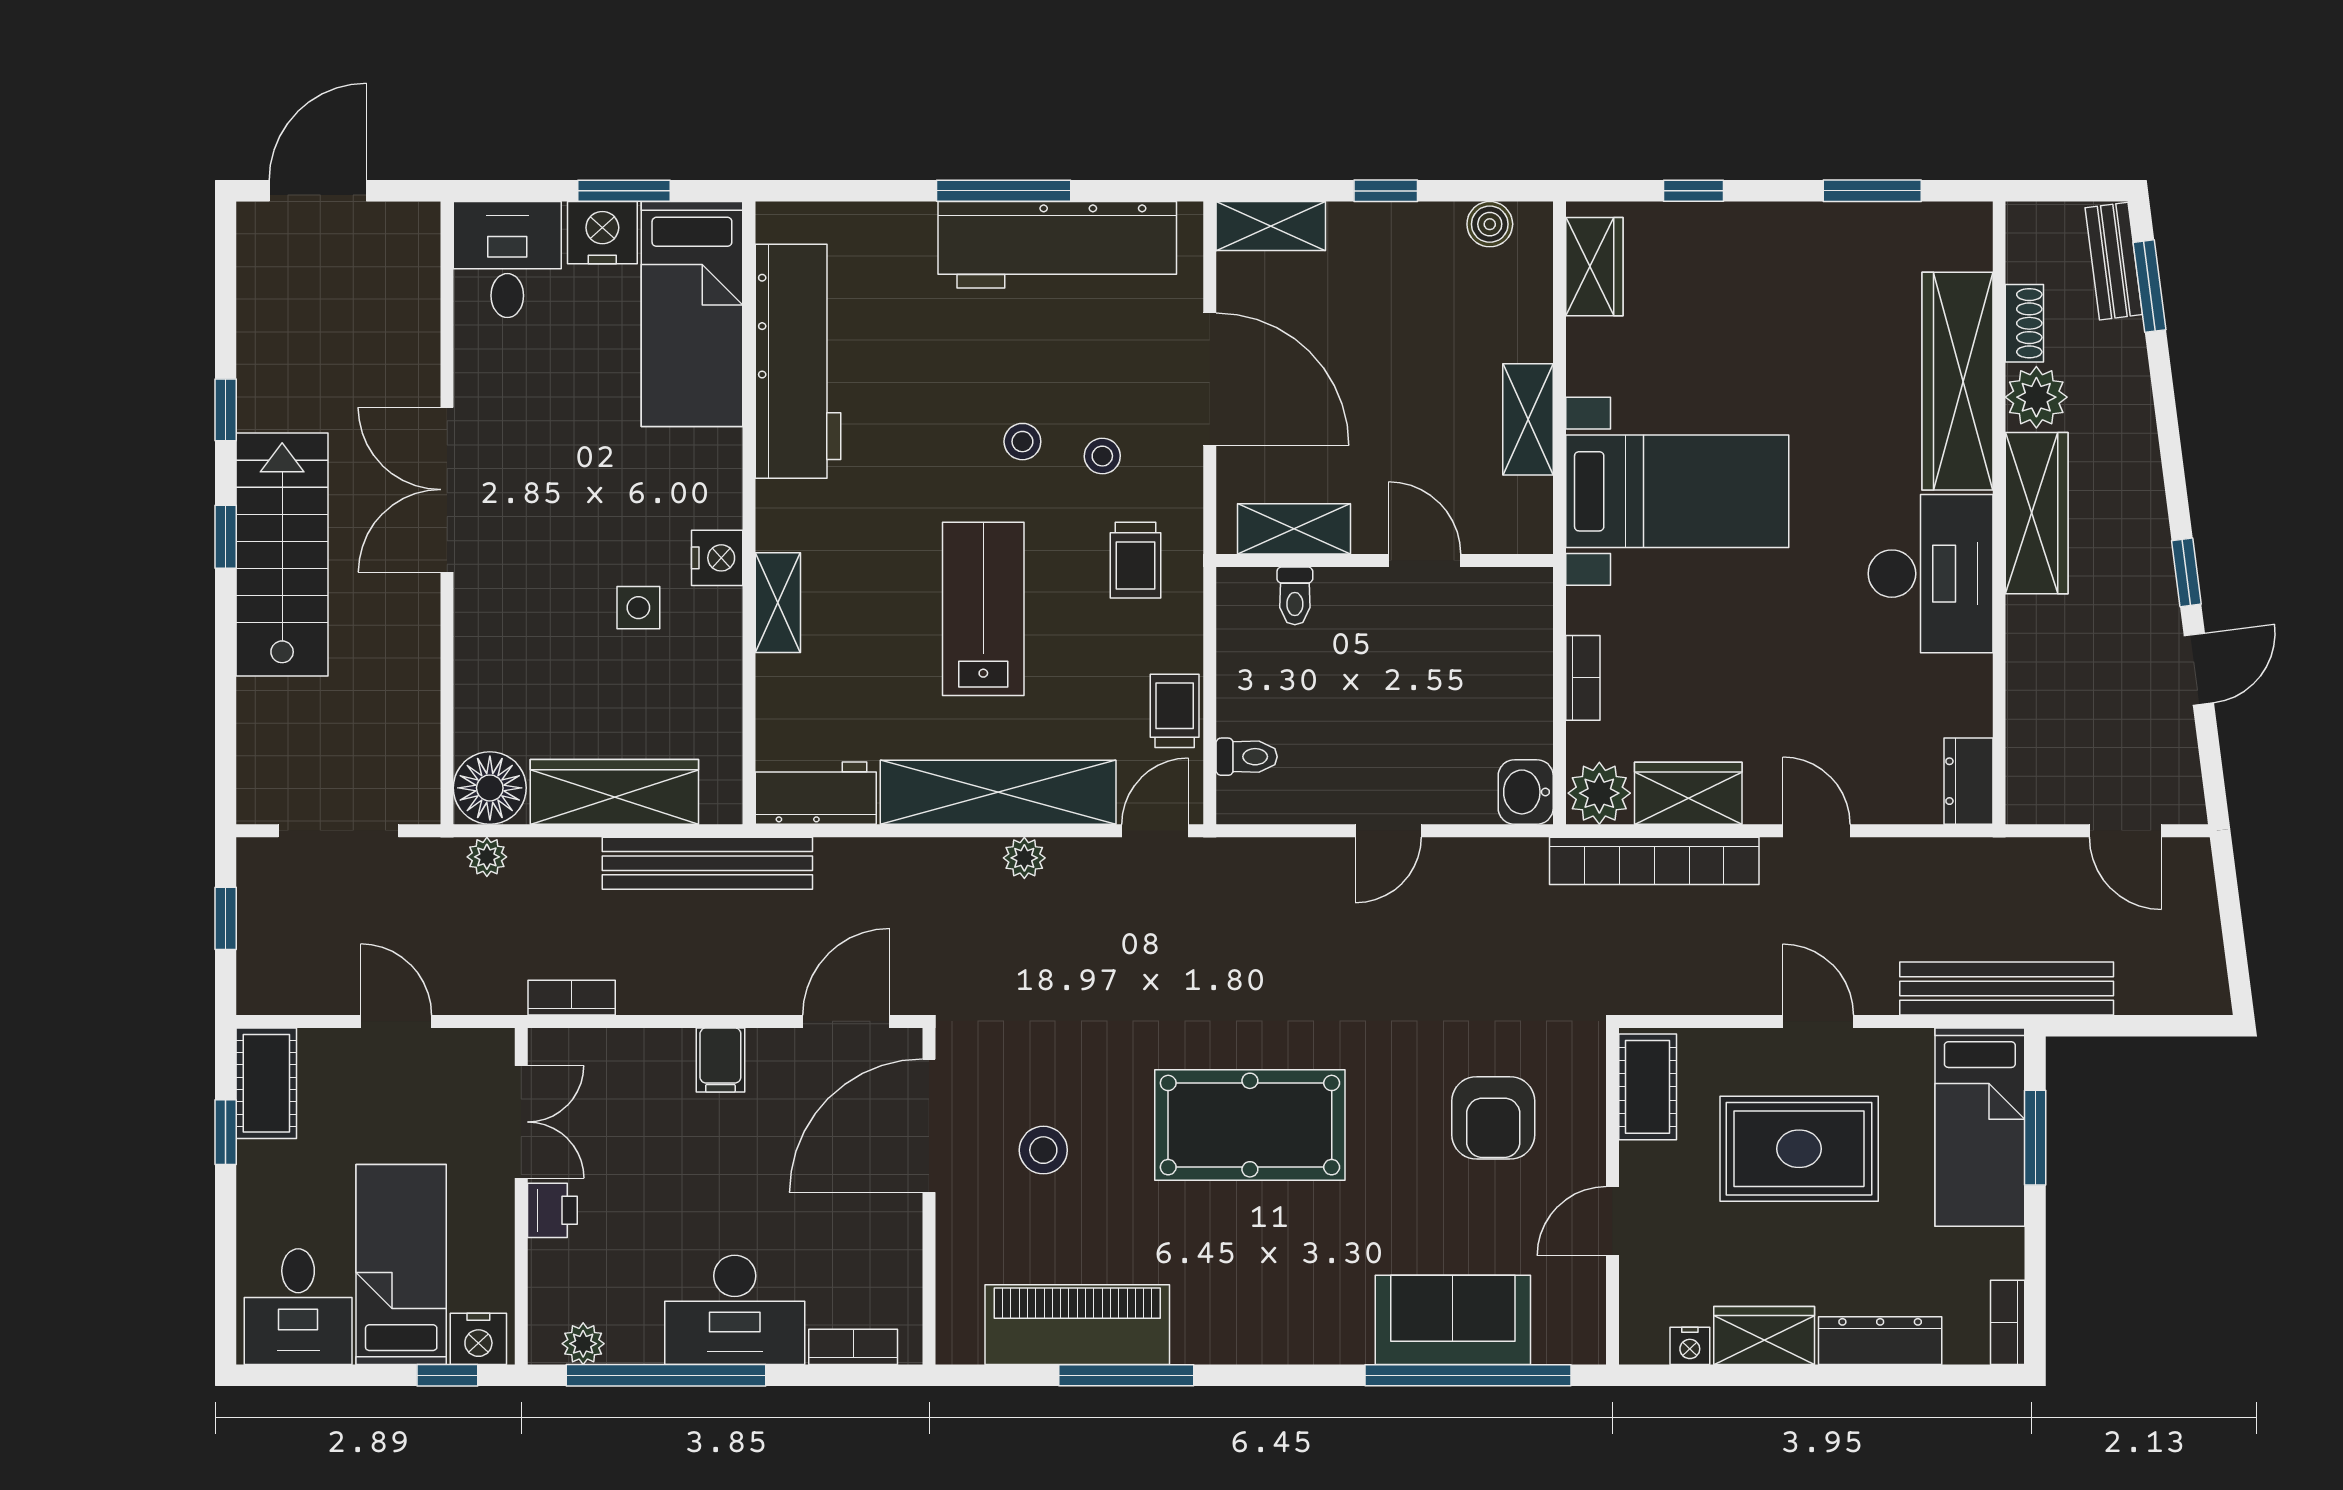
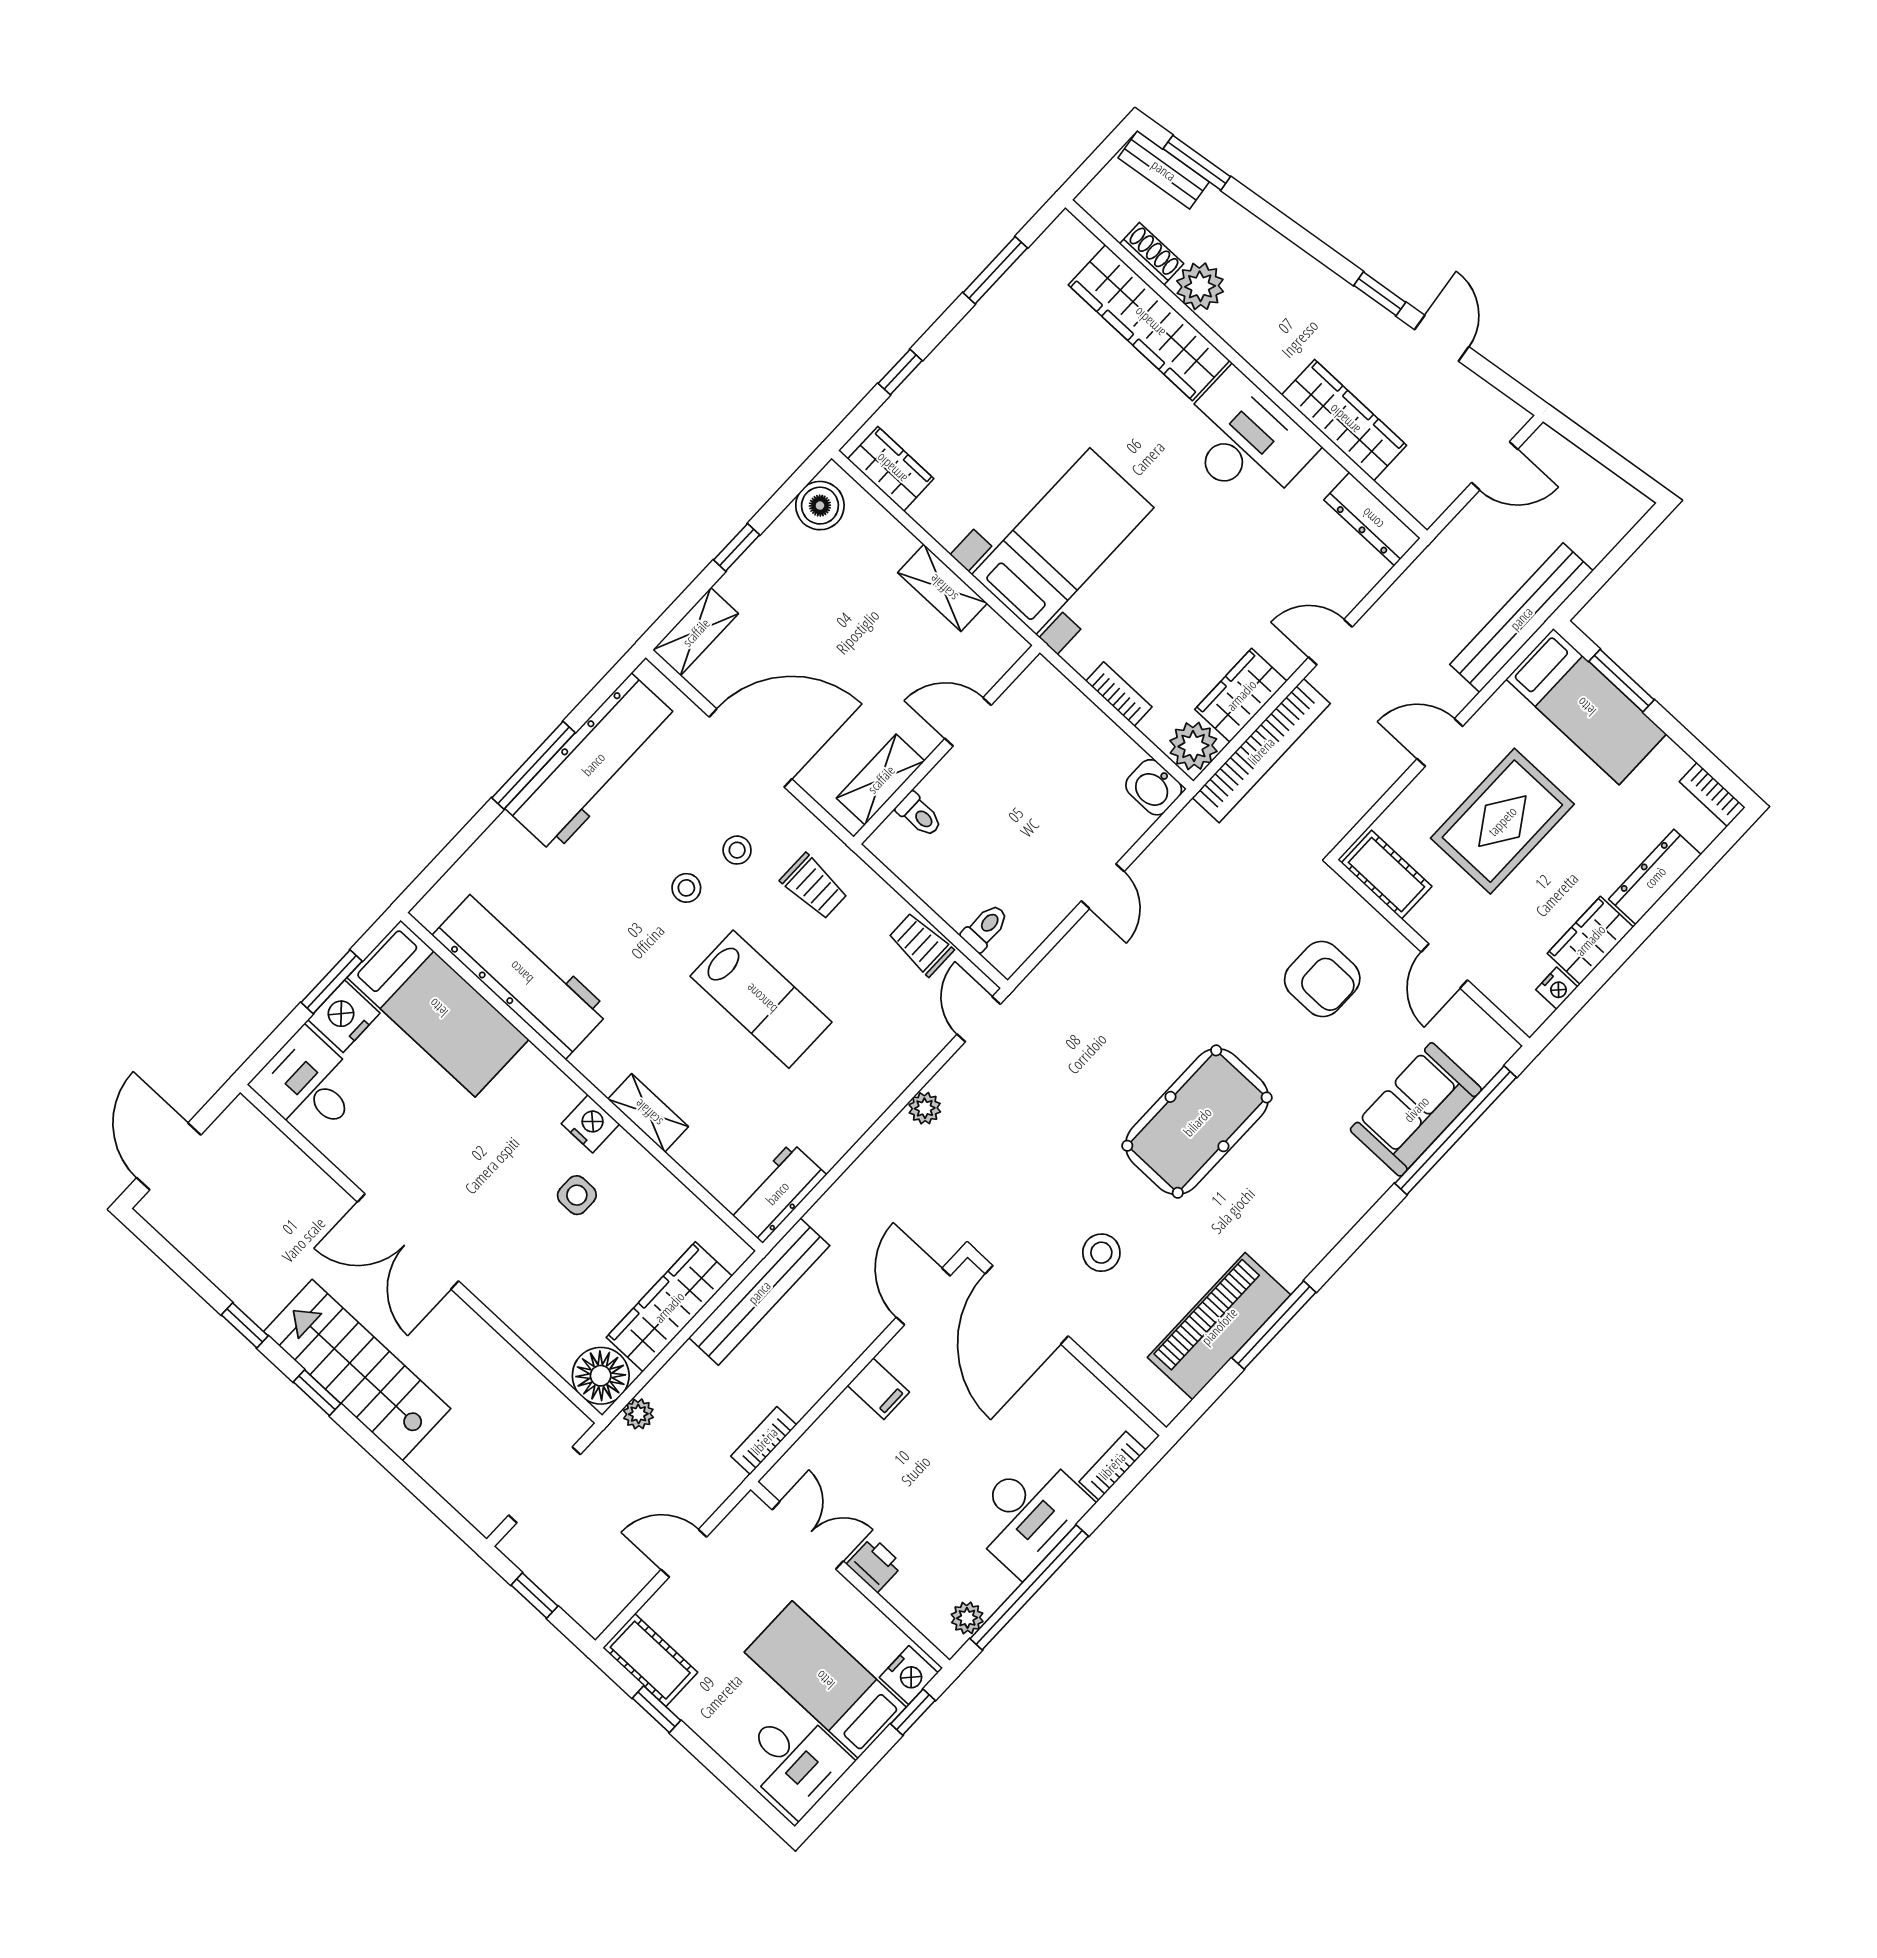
boiler: (1490, 224) -> (820, 506), width x1.36, depth x1.36
wardrobe: (2037, 513) -> (1344, 420), moved
lab bench: (983, 609) -> (761, 999), turned 180
dresser: (1968, 781) -> (1372, 519), width x1.44
shelving: (998, 792) -> (873, 1088), removed

